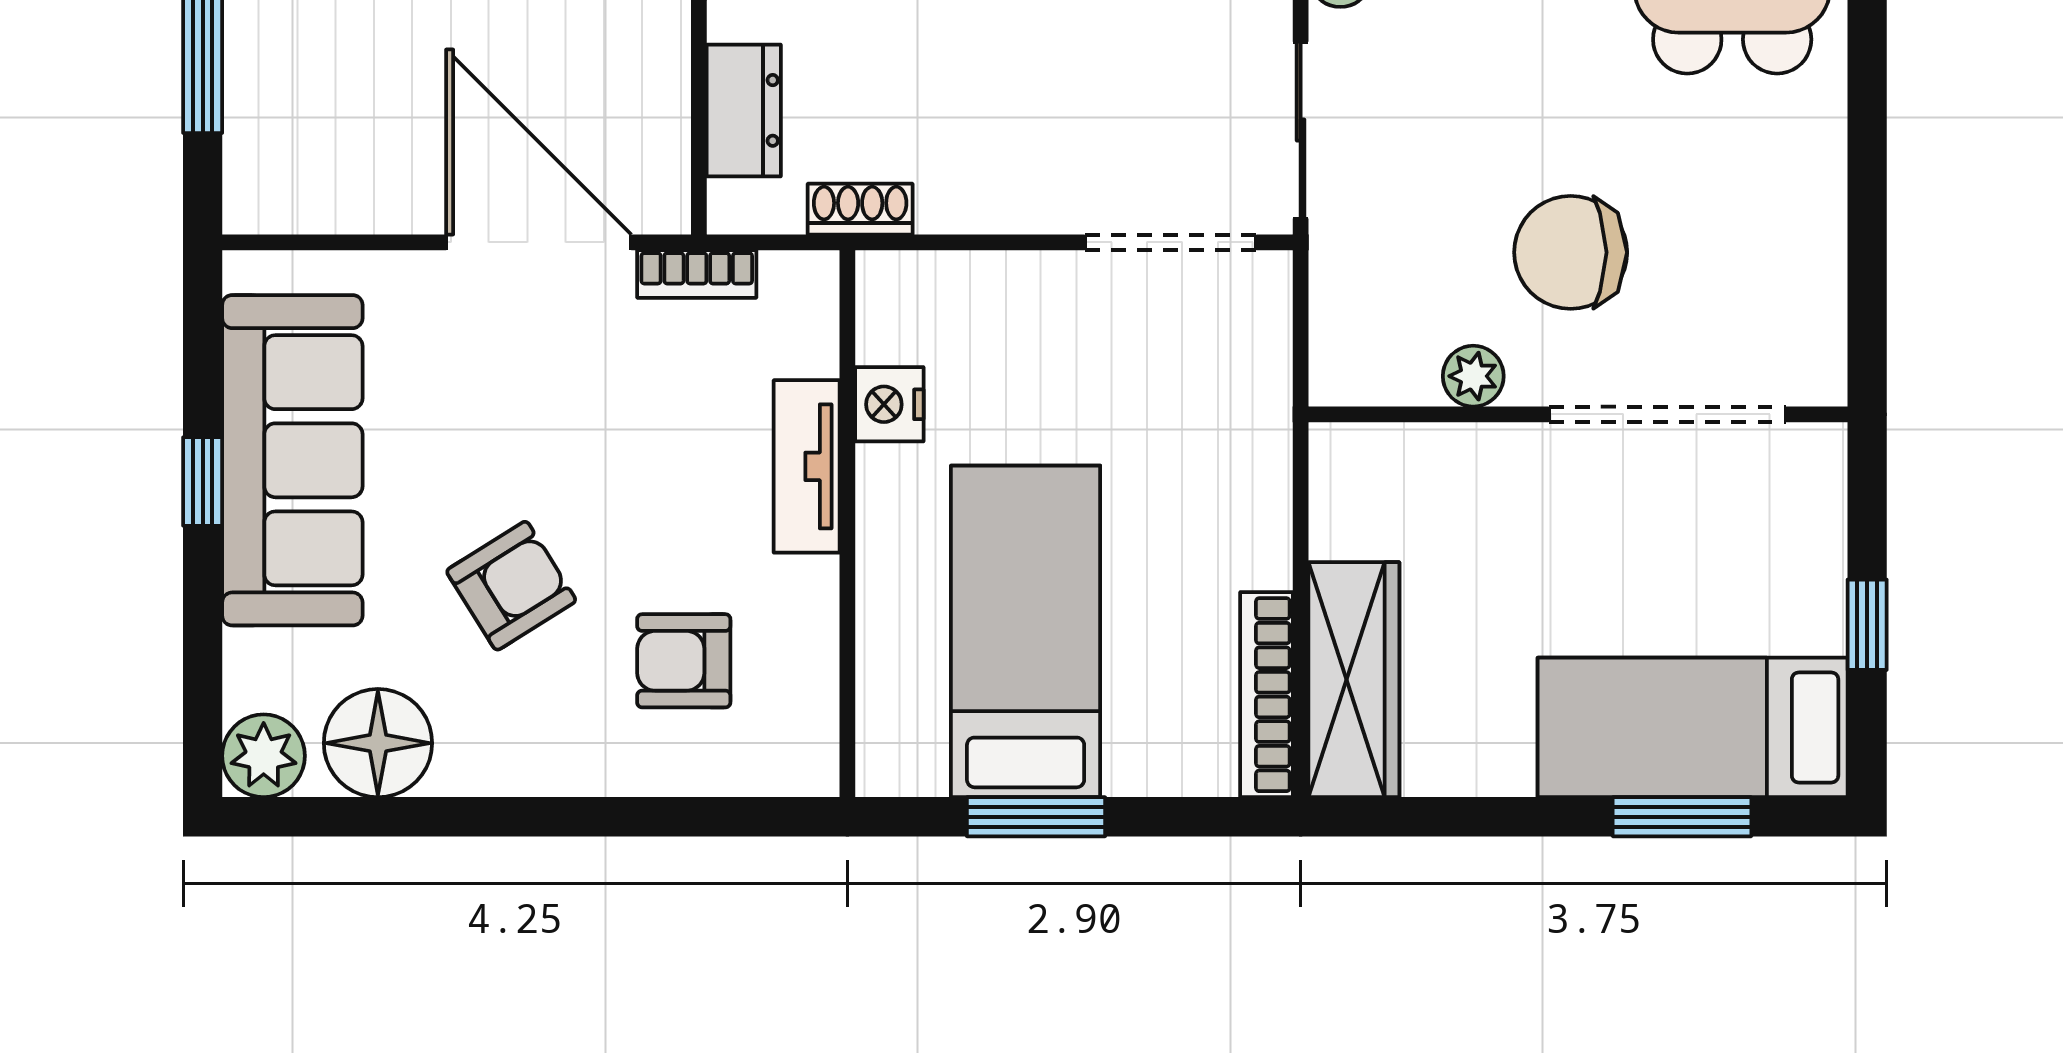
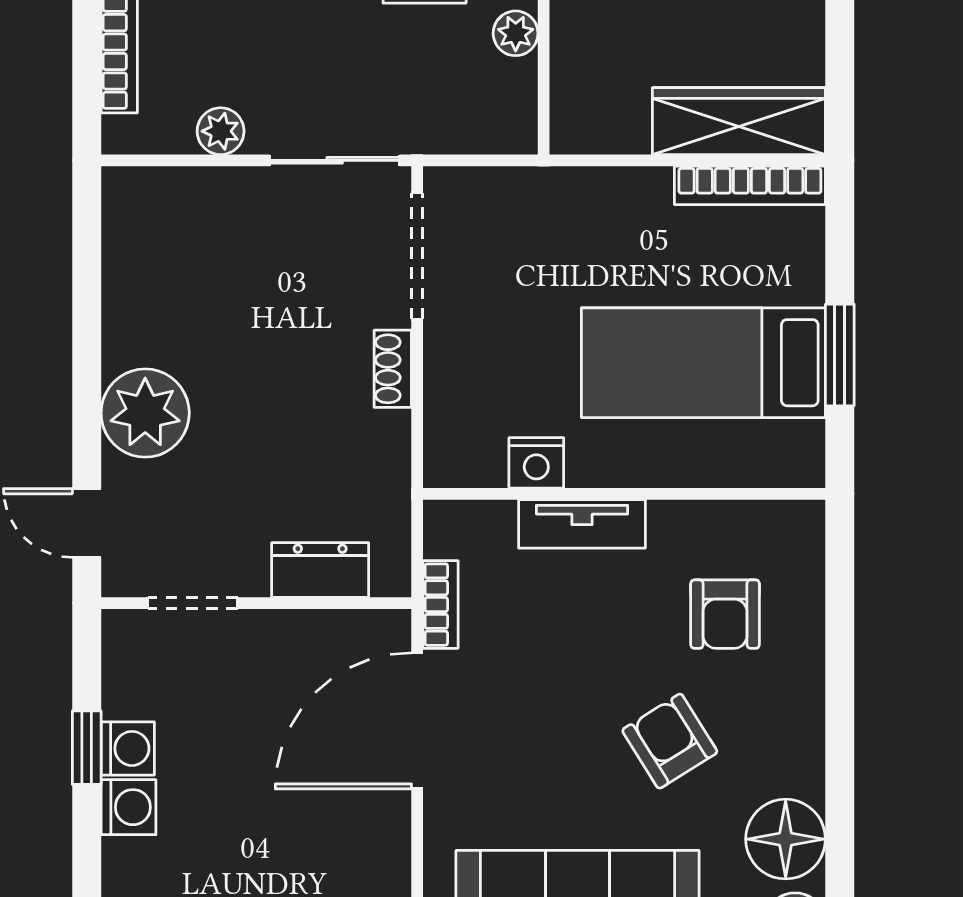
shoe rack: (860, 209) -> (393, 369), moved

